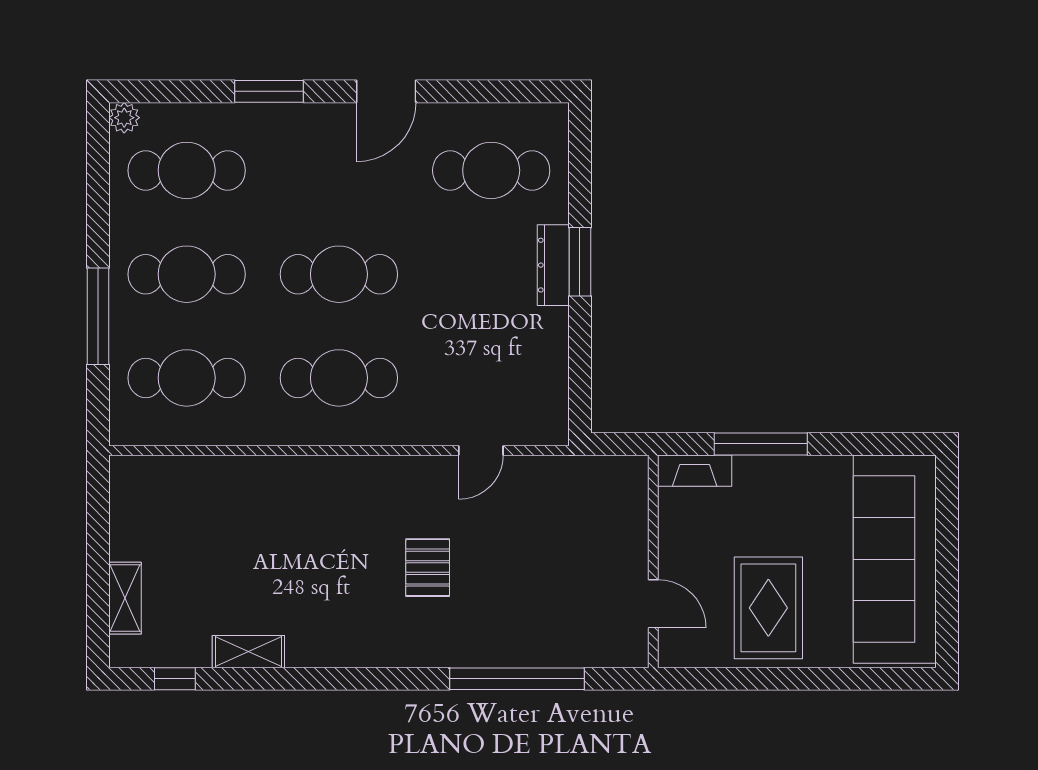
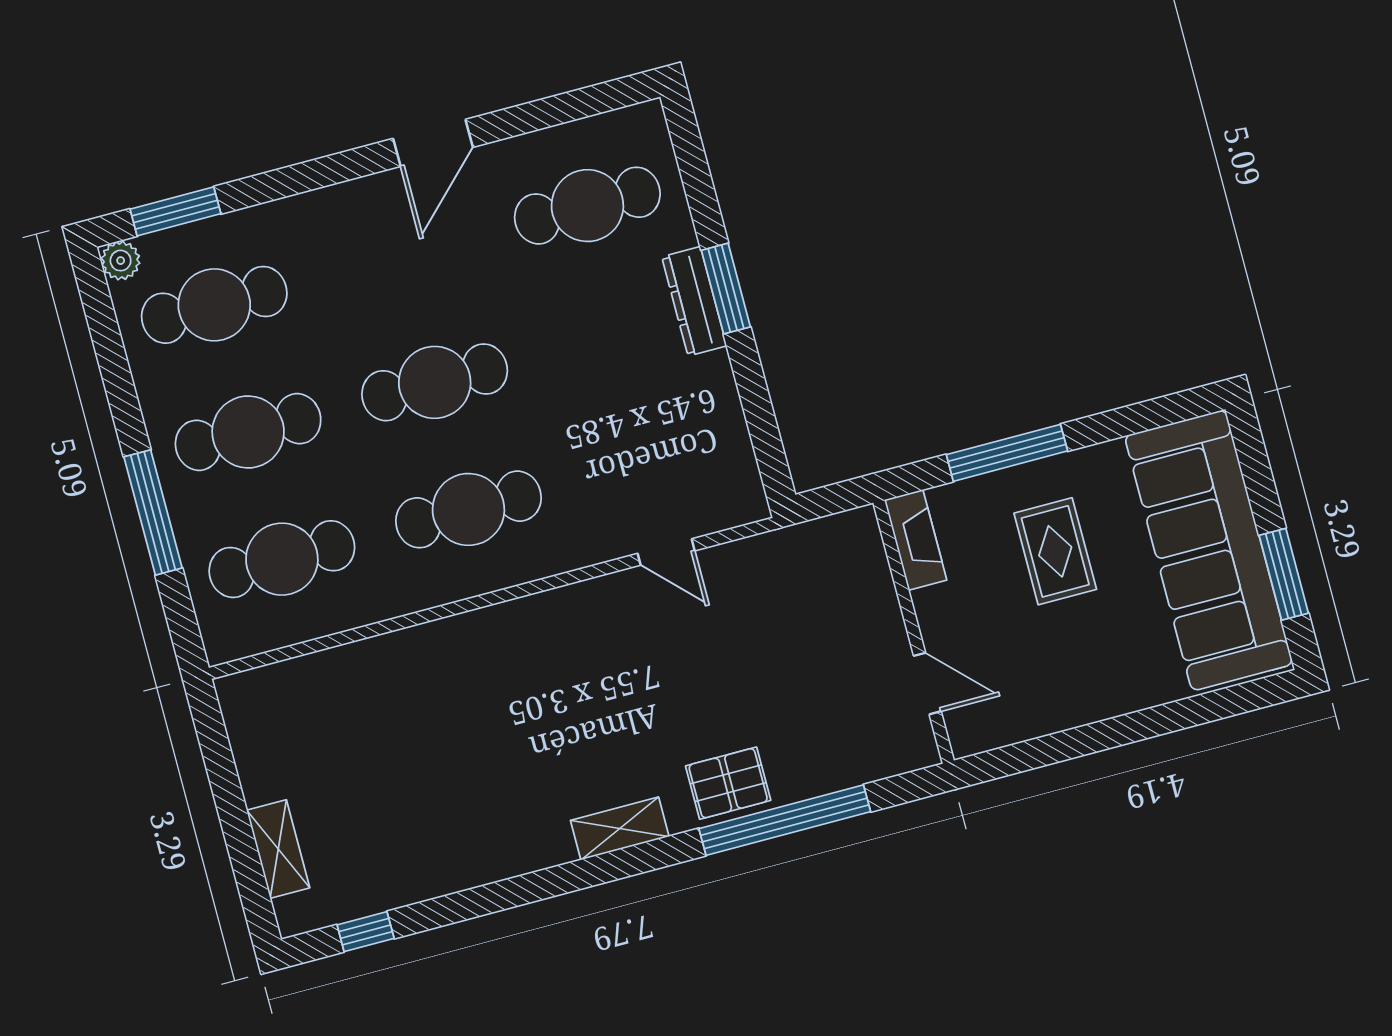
window: (269, 91) -> (175, 211), moved
door: (481, 450) -> (666, 552), hinge flipped
fireplace: (695, 471) -> (916, 540), moved, turned -90
pallet: (428, 568) -> (728, 783), moved, turned 90
window: (947, 593) -> (1284, 574), added
rug: (768, 608) -> (1055, 551), moved, width x0.73, depth x0.70
shelving: (248, 652) -> (620, 828), moved

